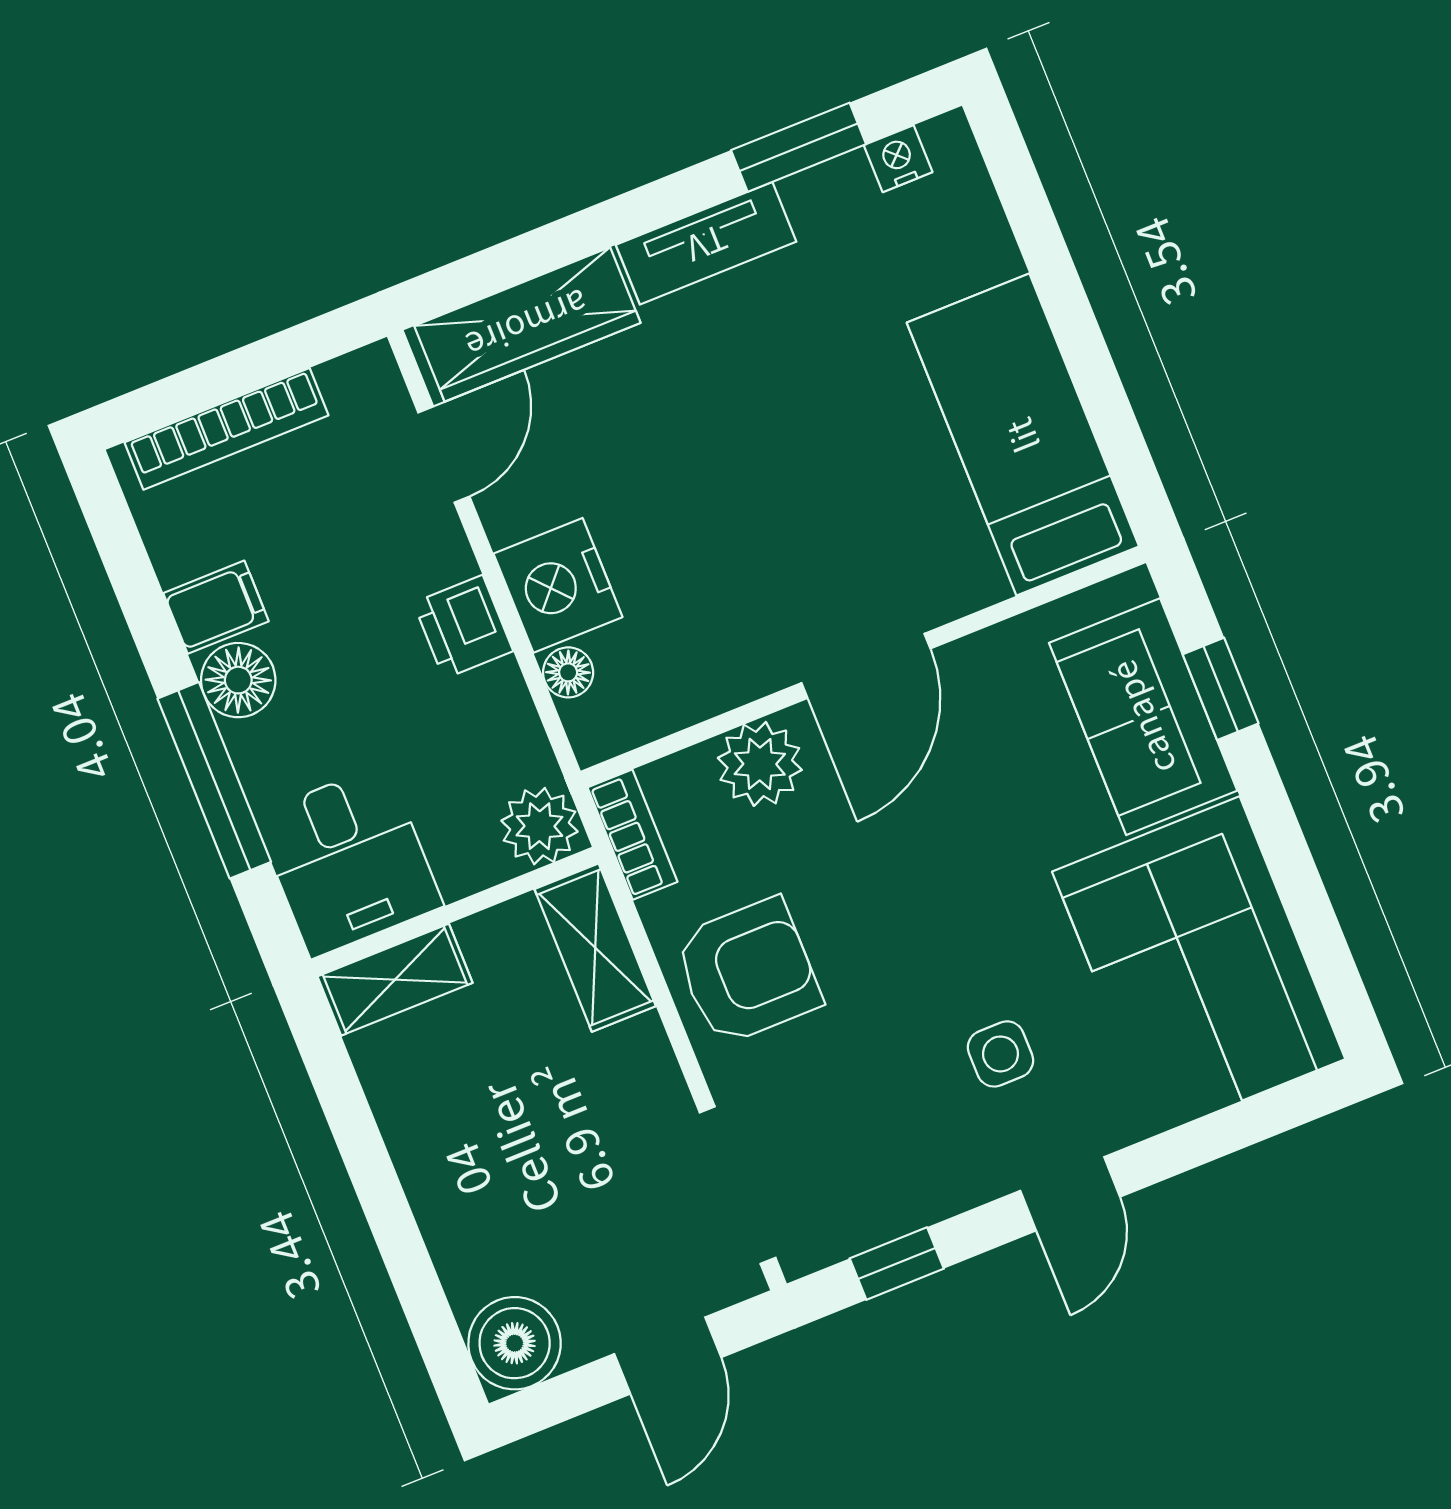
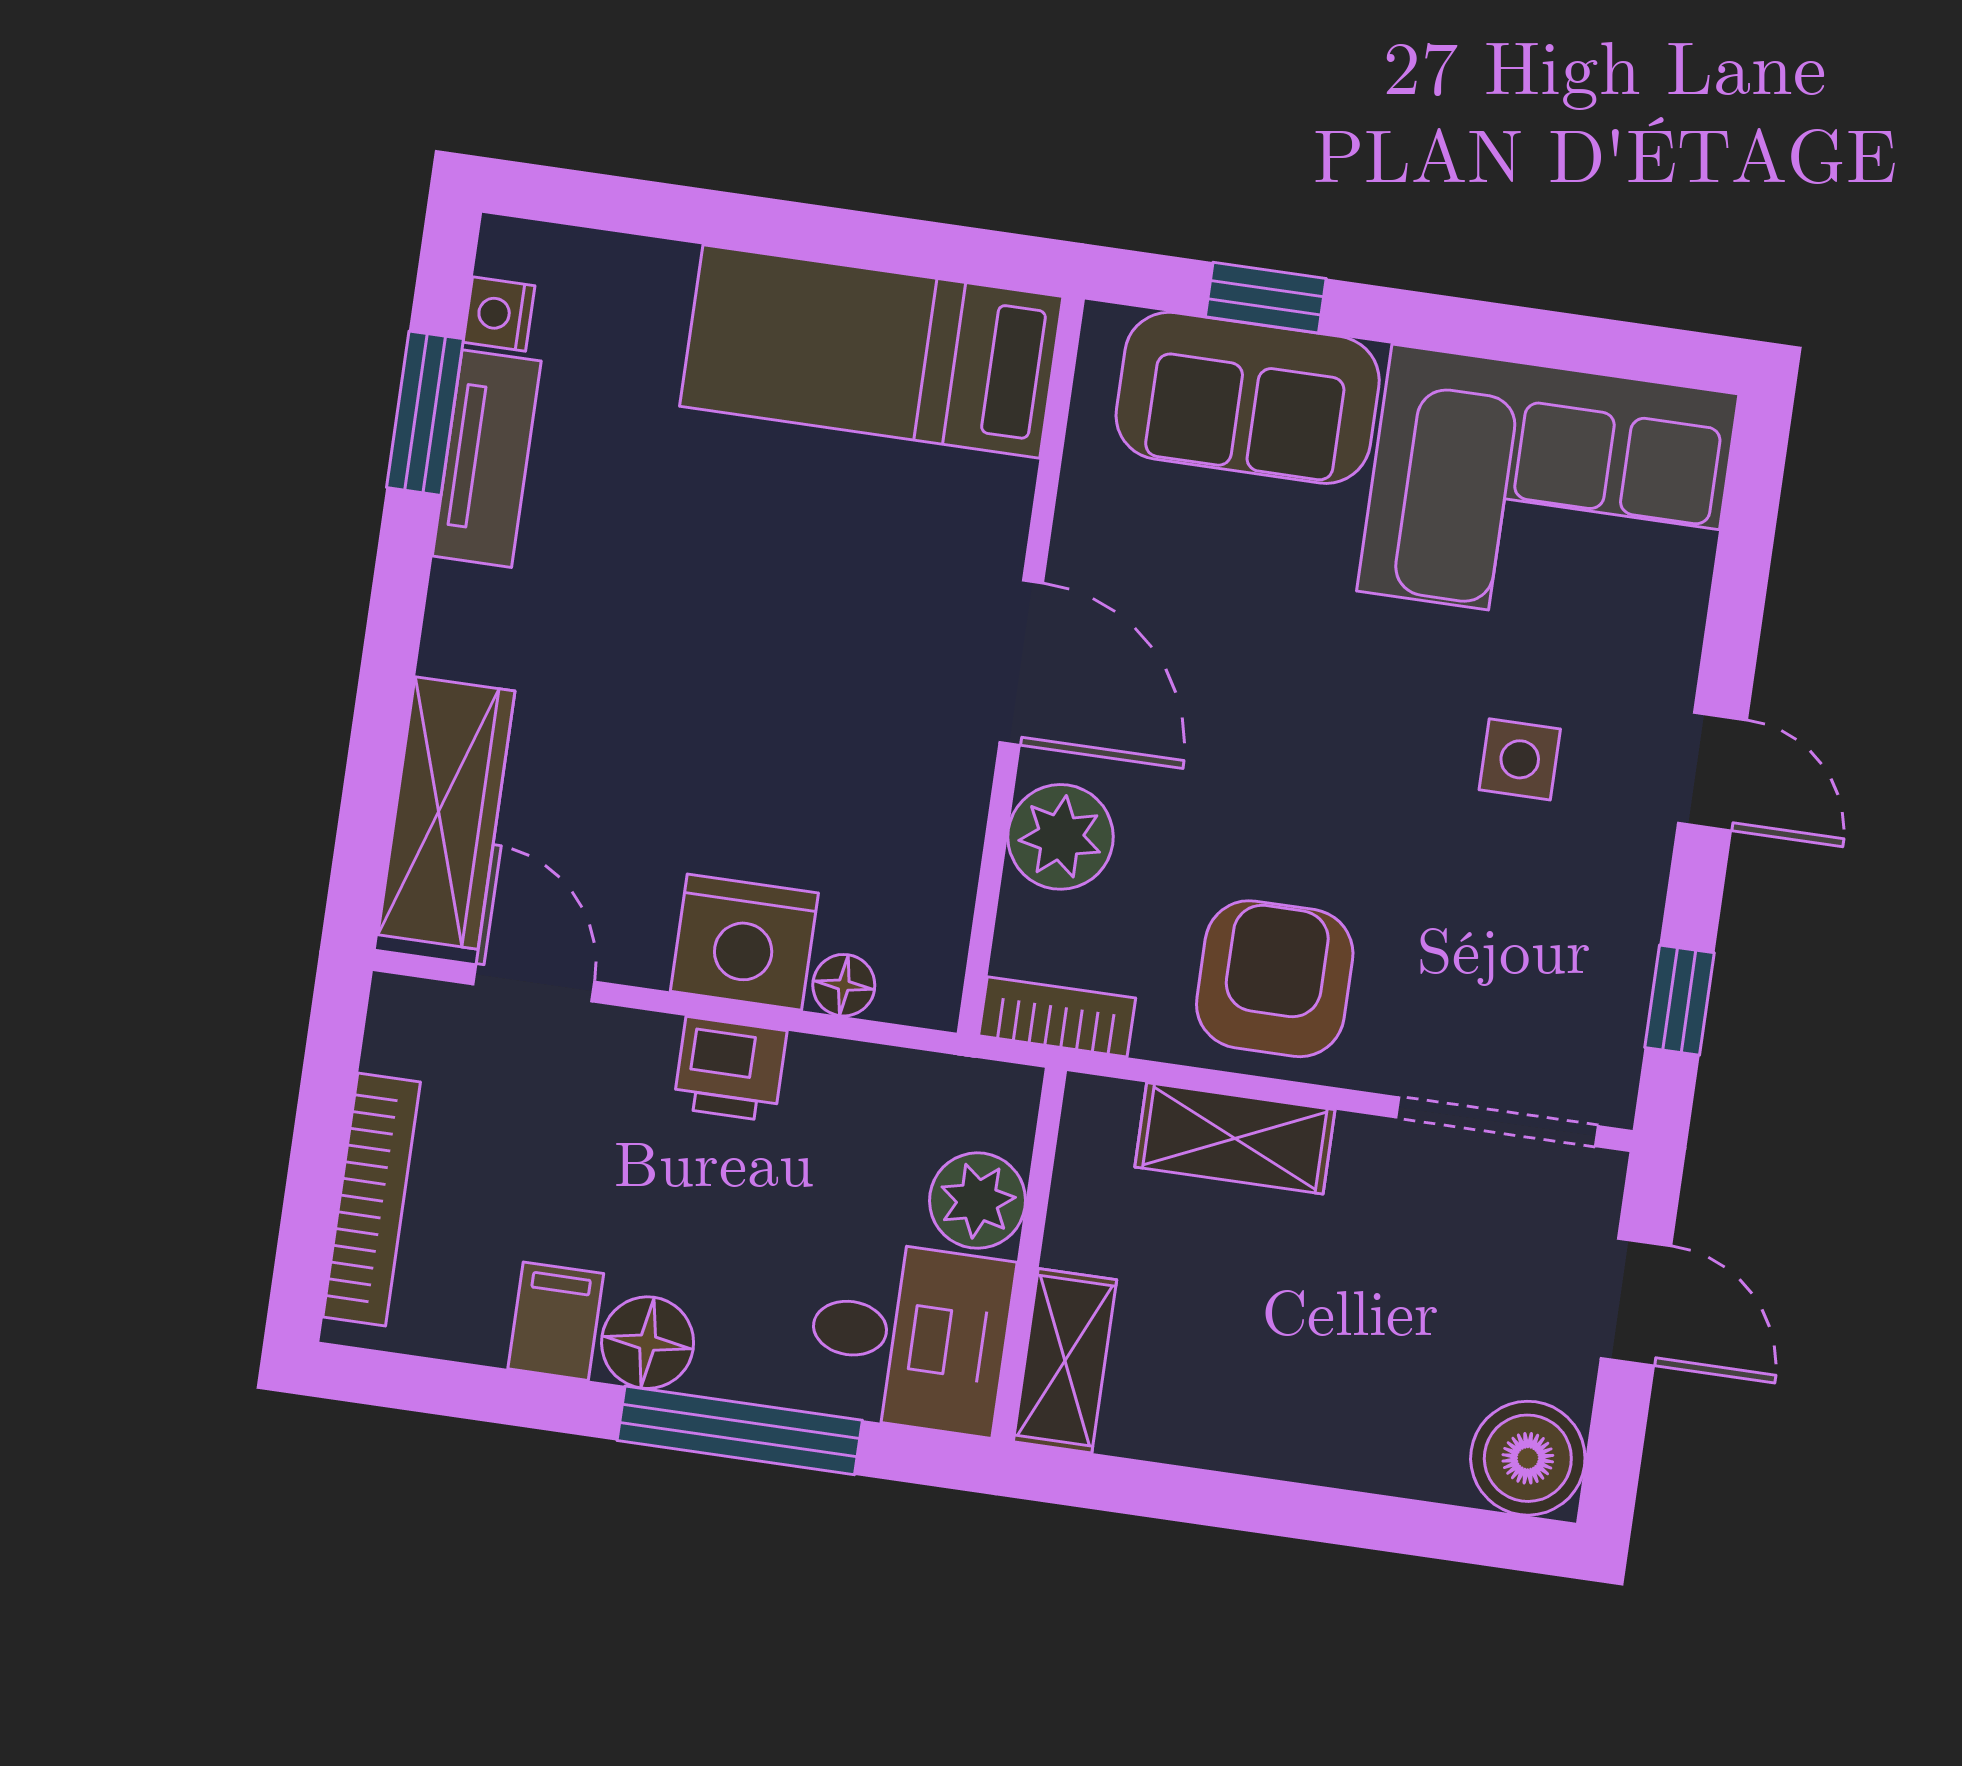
tv unit: (706, 243) -> (487, 459), moved
plant: (539, 826) -> (978, 1201), moved
shelving: (595, 948) -> (1235, 1138), moved

